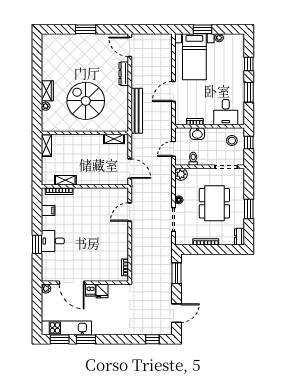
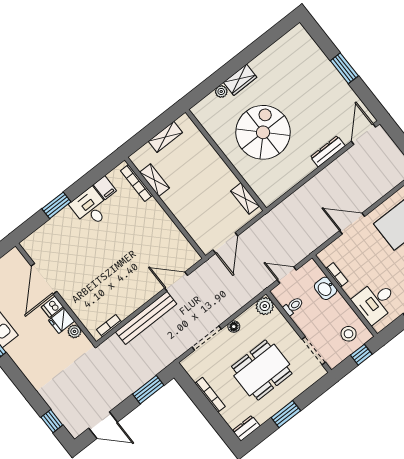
bench: (137, 111) -> (146, 318), moved
shelving: (46, 145) -> (165, 137), moved
desk: (53, 241) -> (90, 208), moved
plant: (46, 289) -> (74, 331), moved

